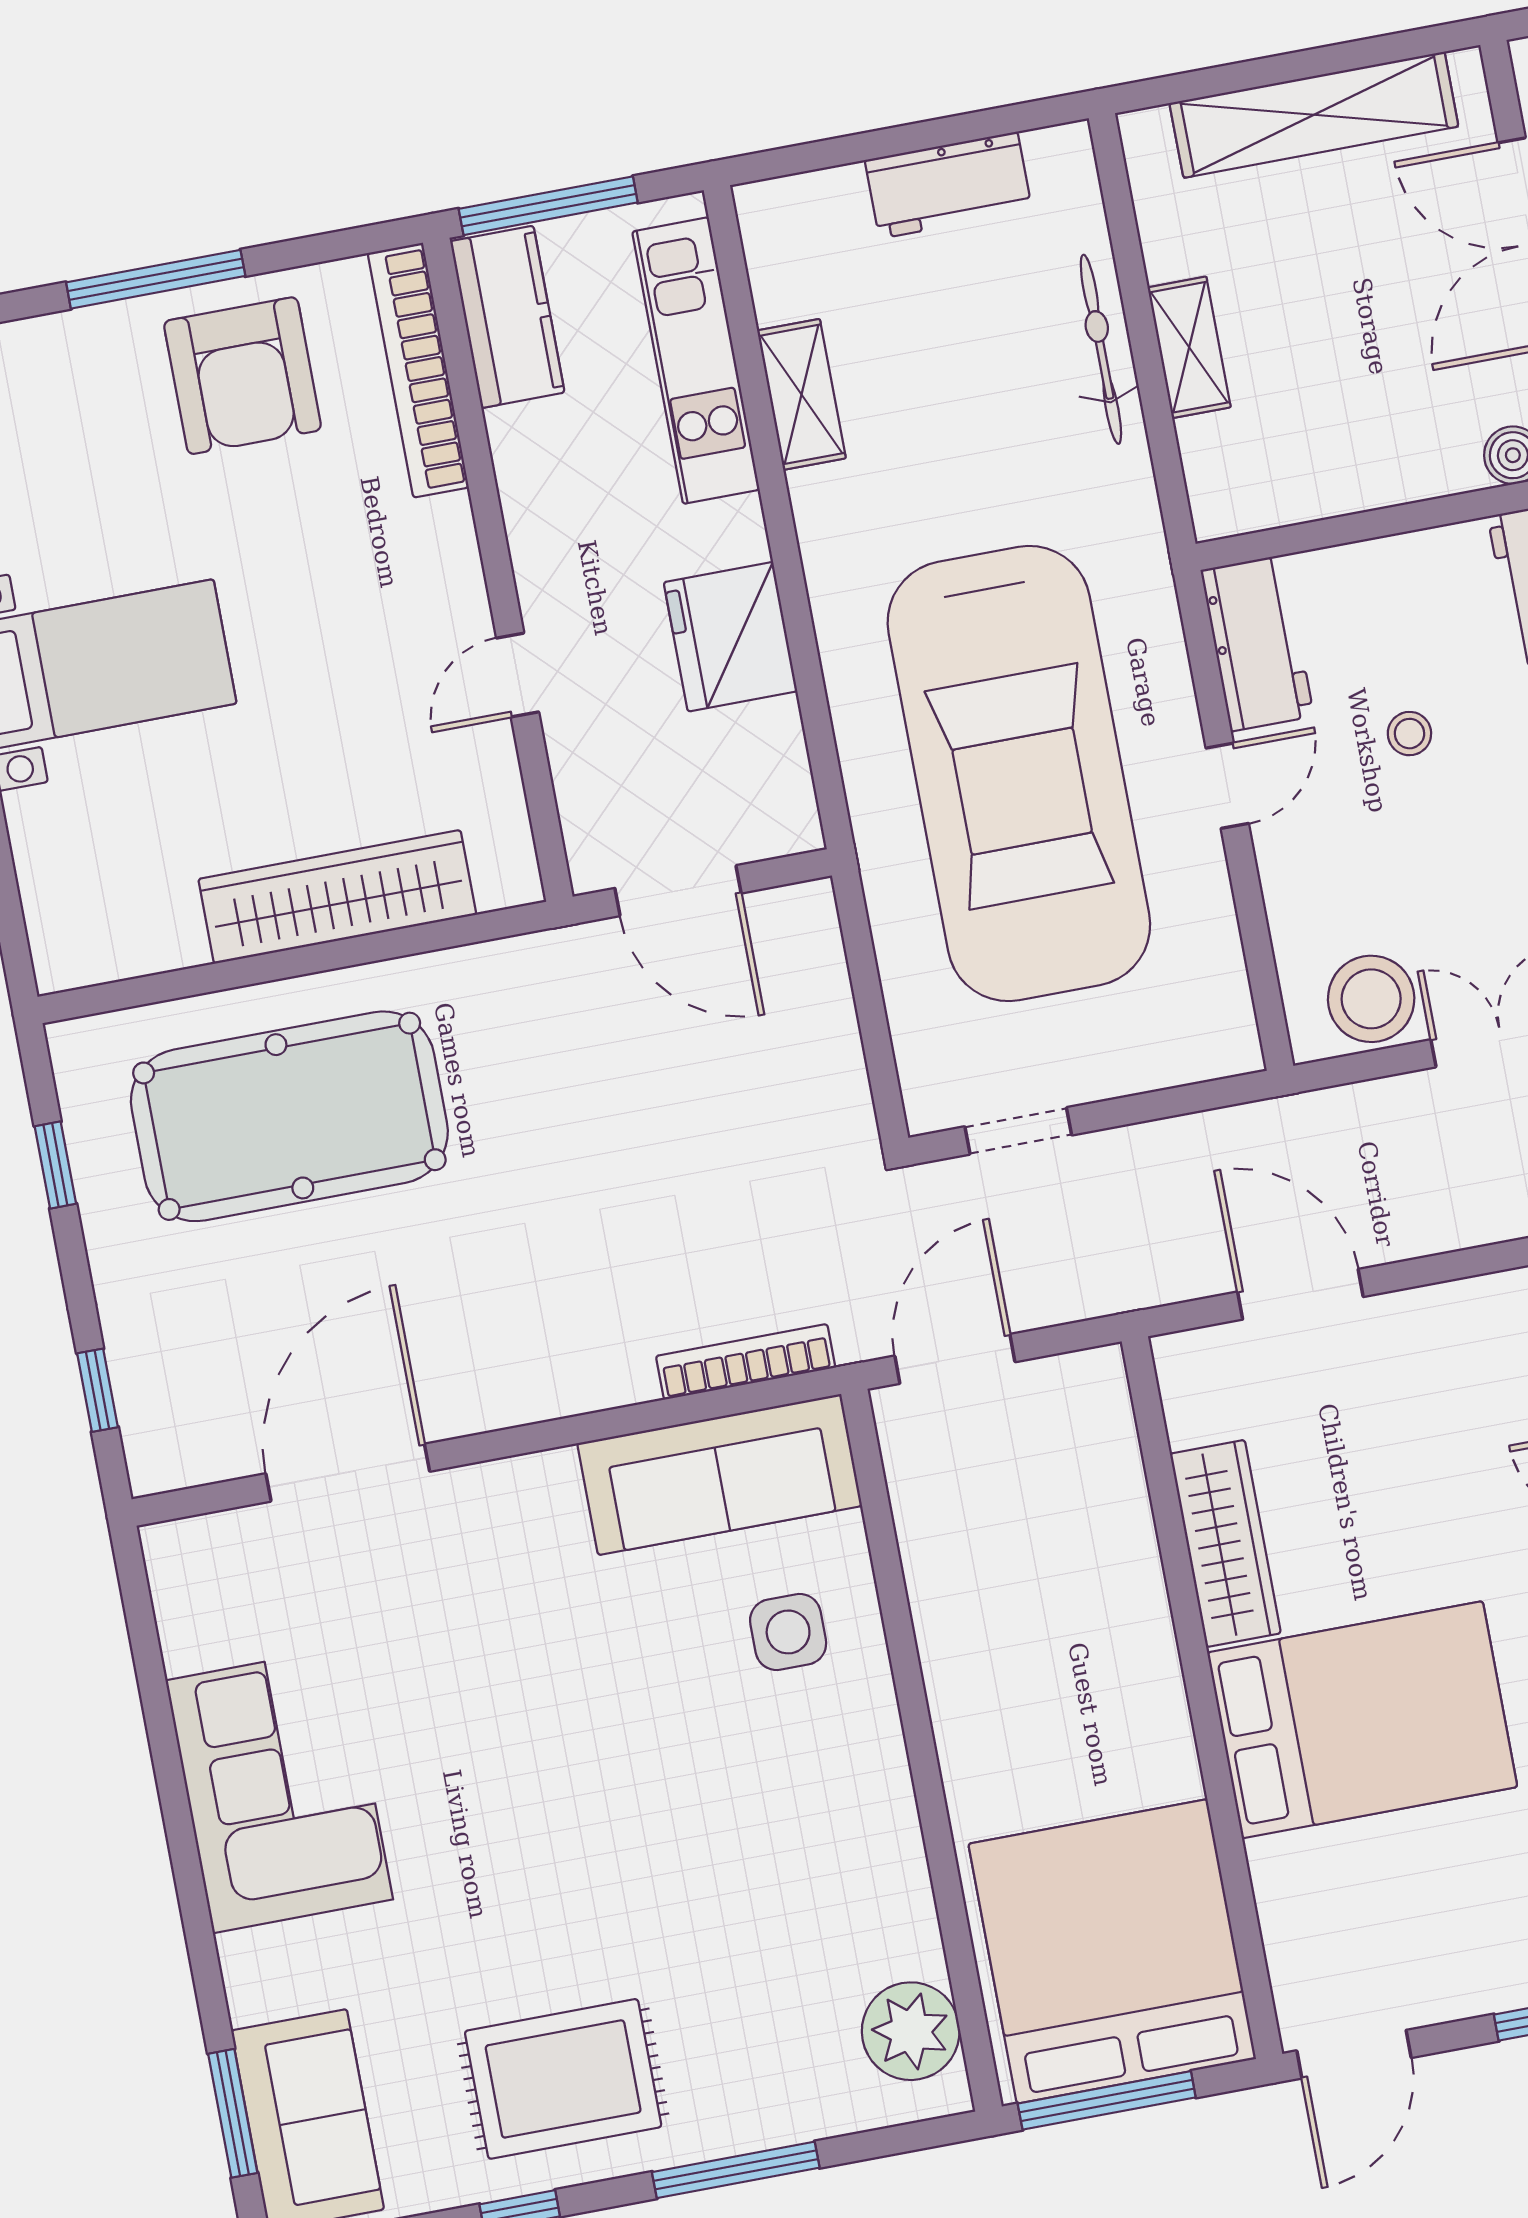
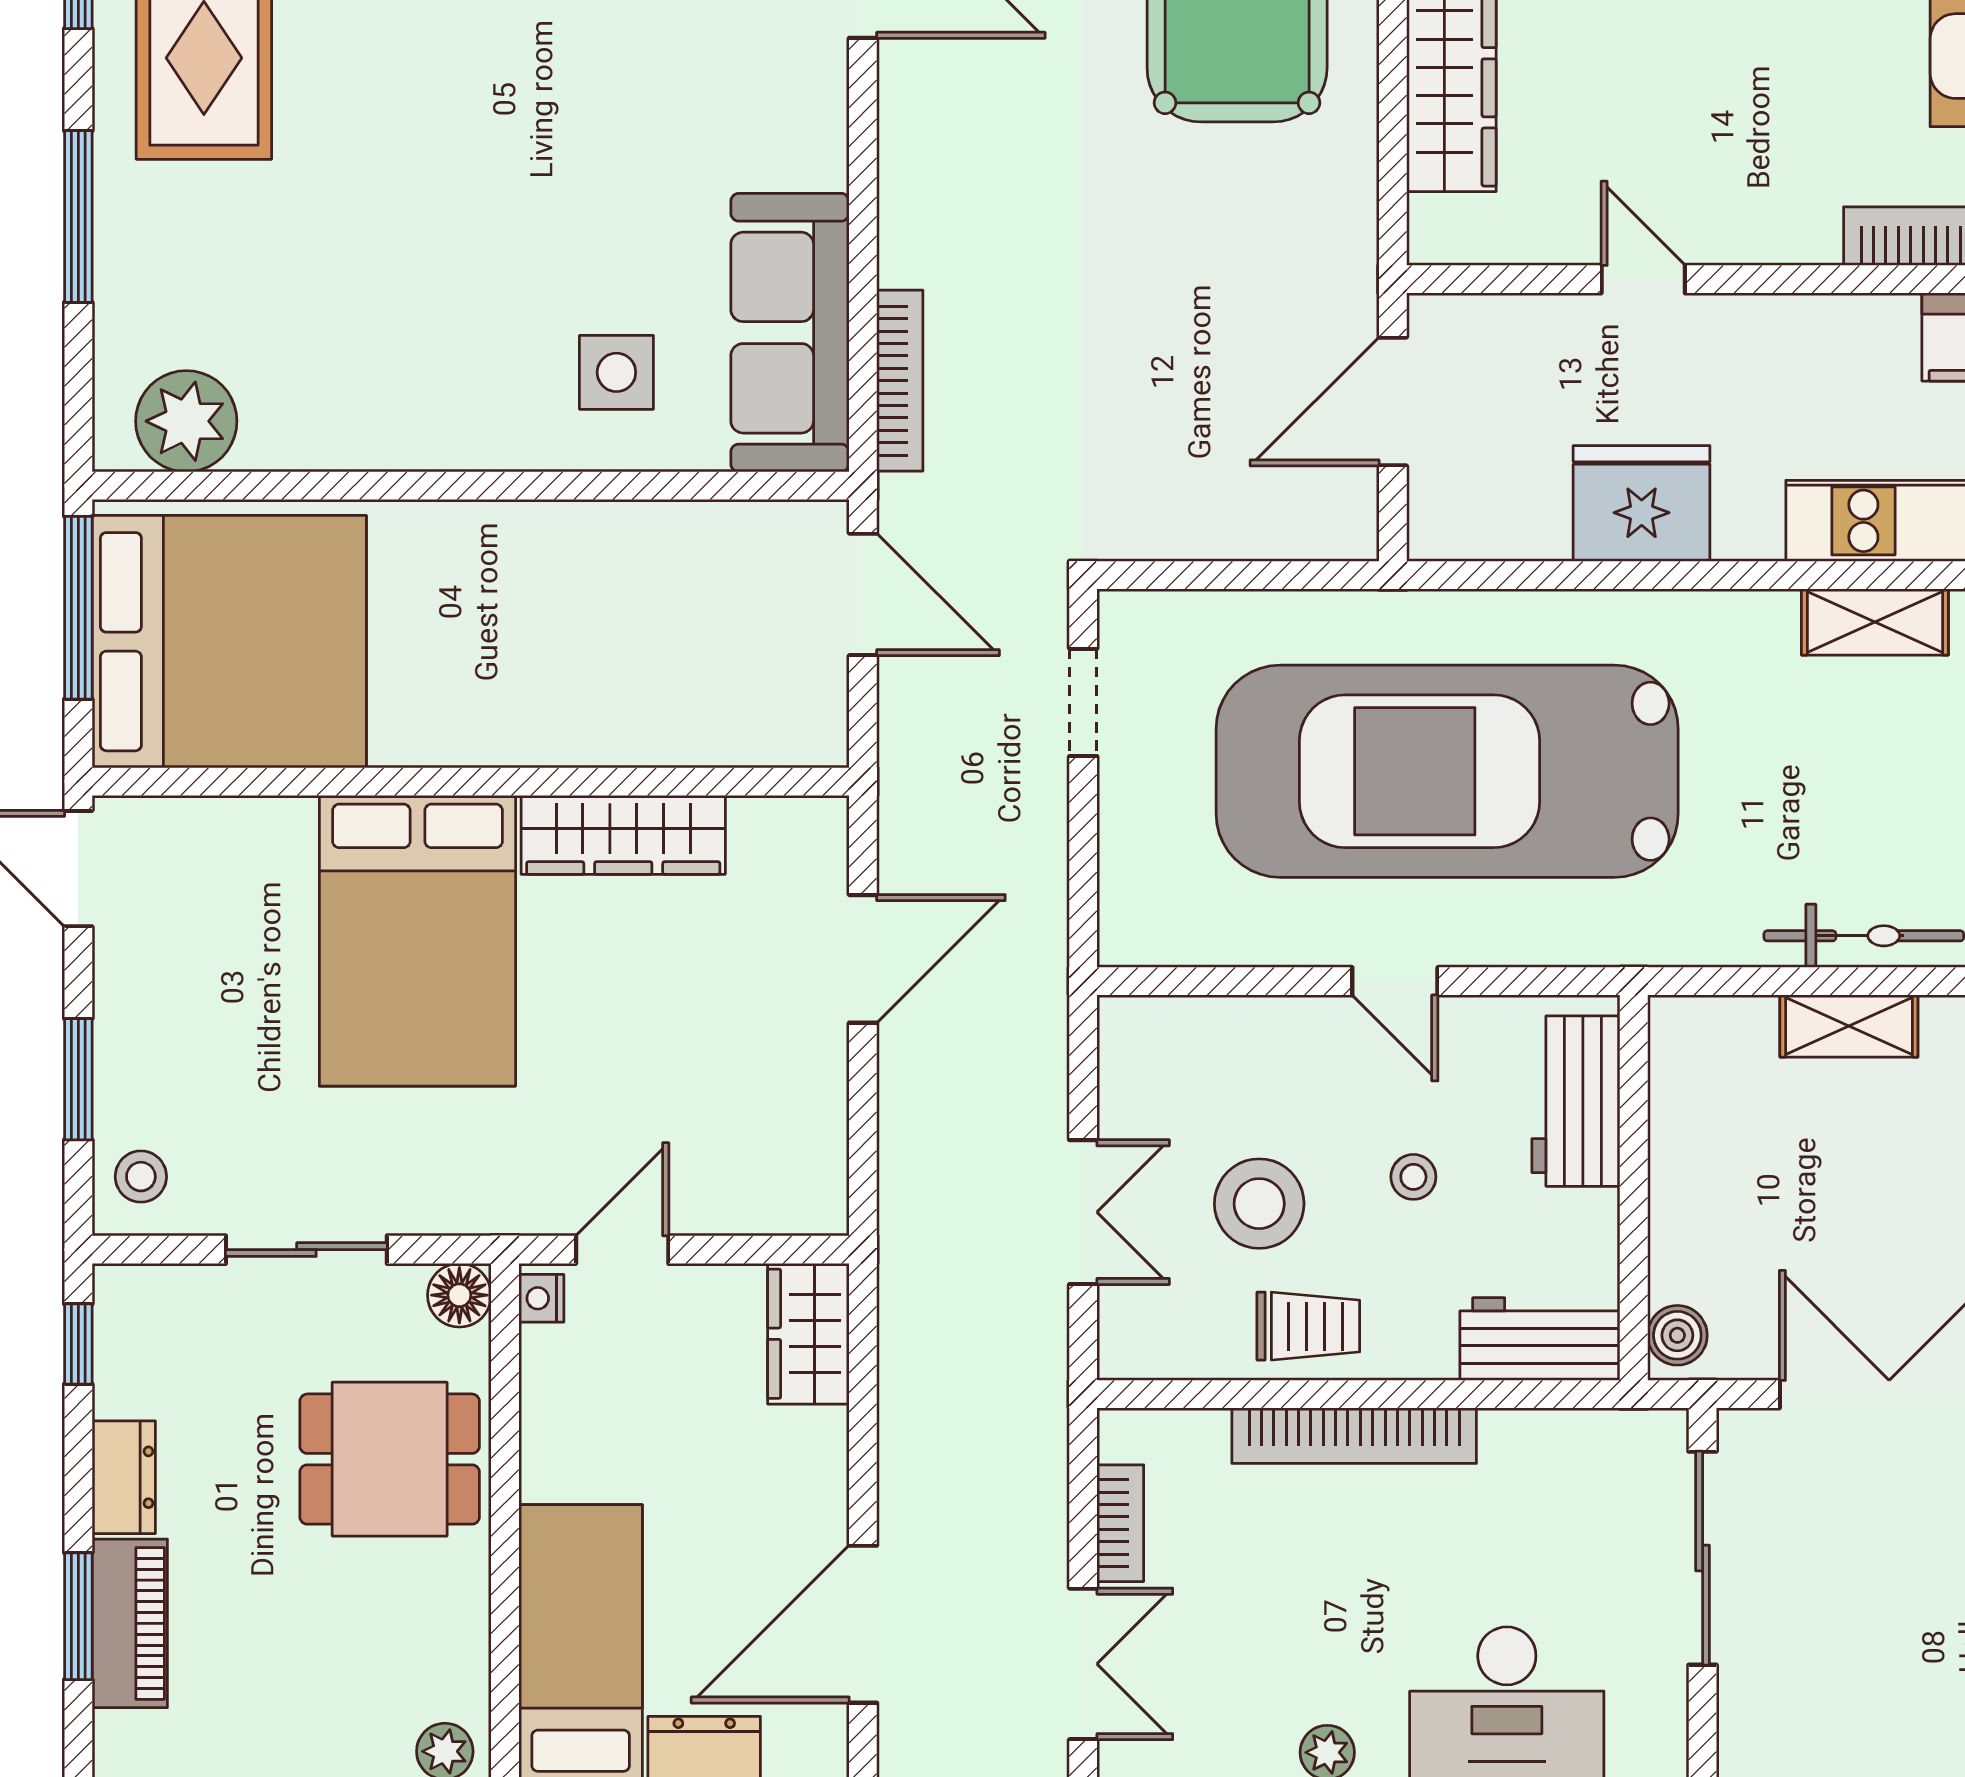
workbench: (1257, 643) -> (1576, 1101), moved, turned 90
stool: (1371, 999) -> (1259, 1204), moved

